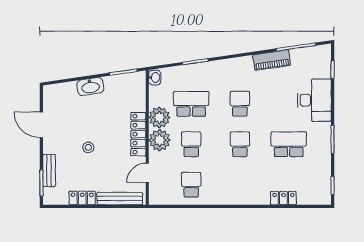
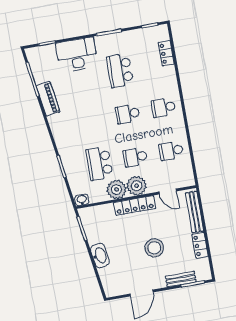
school desk: (240, 104) -> (163, 108), moved
stool: (88, 147) -> (154, 248), width x1.89, depth x1.89
locker: (283, 198) -> (166, 53), moved

